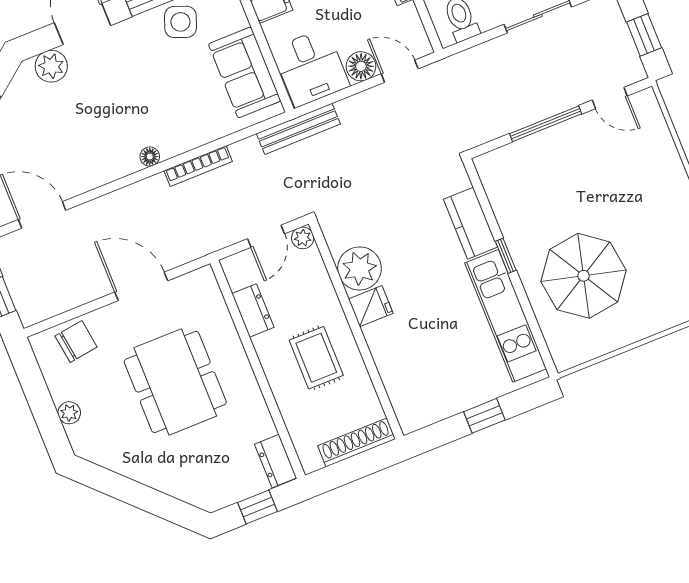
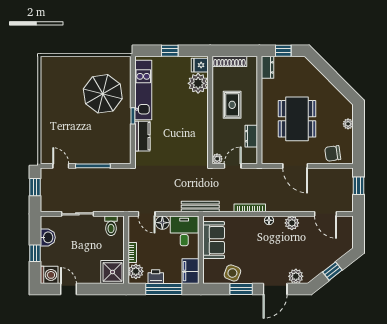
plant: (102, 170) -> (292, 223), added
plant: (359, 268) -> (198, 83), moved
fridge: (371, 306) -> (200, 65), moved

